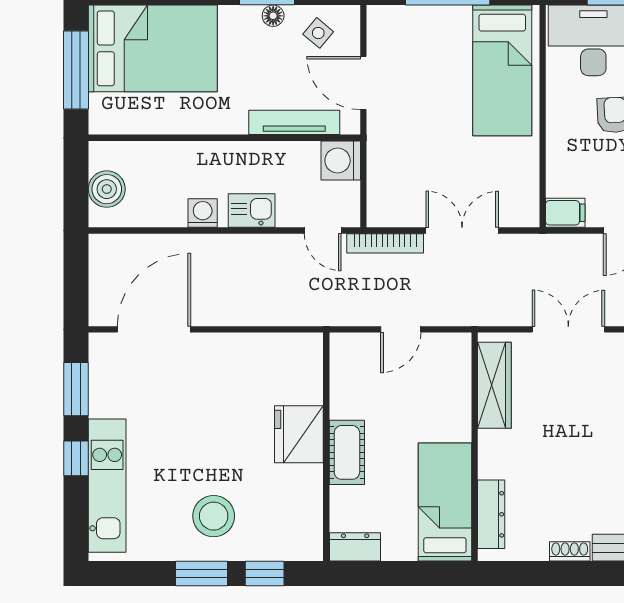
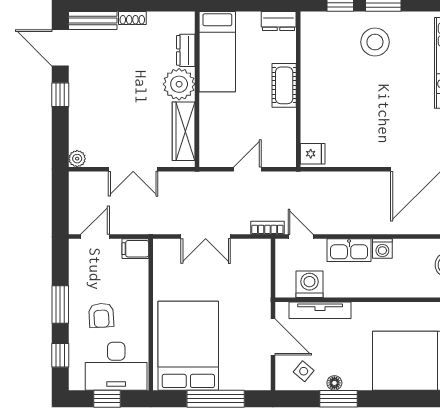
bed: (502, 70) -> (188, 346), width x1.50
washing machine: (341, 161) -> (309, 284), moved, turned -90
kitchen sink: (252, 211) -> (349, 250), width x1.38
bookcase: (385, 243) -> (267, 228), width x0.64
fridge: (299, 434) -> (313, 154), moved, width x0.53, depth x0.75
plant: (501, 454) -> (179, 84), added
dresser: (491, 514) -> (186, 50), width x0.70

